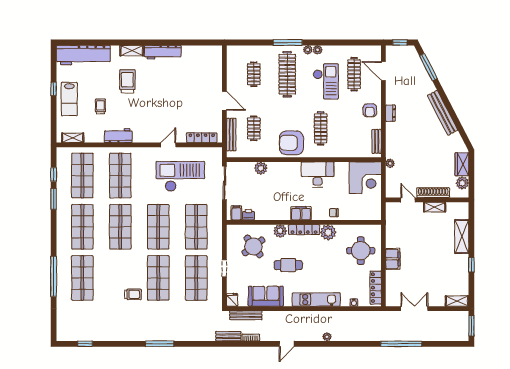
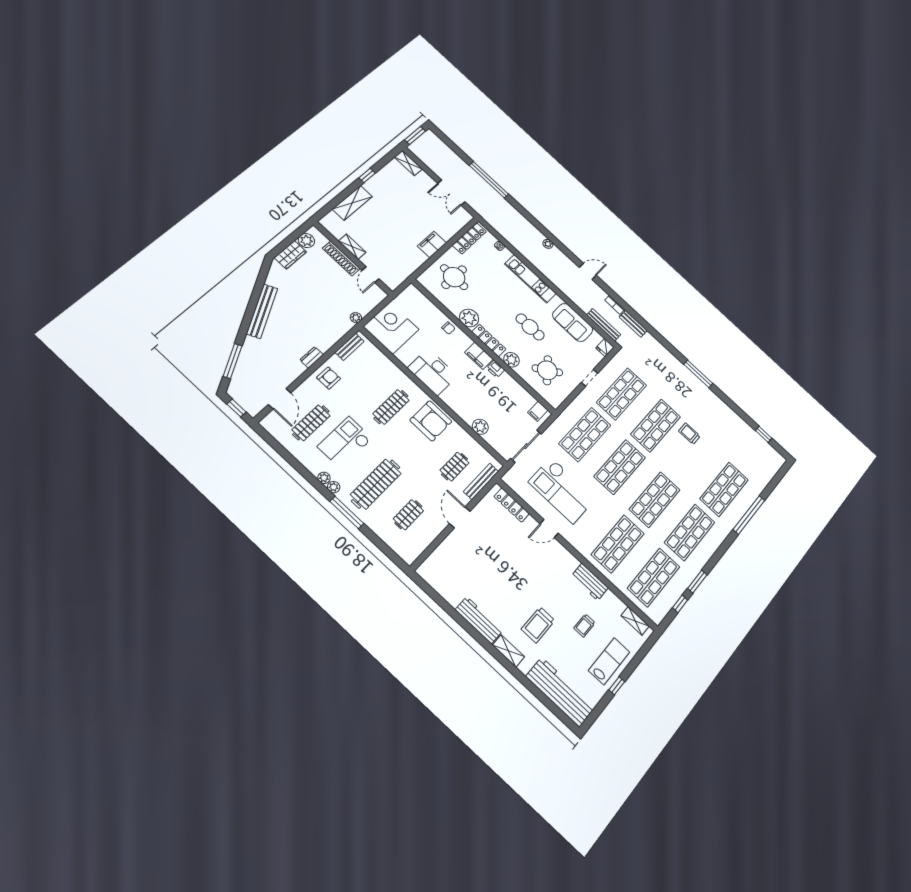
printer: (248, 215) -> (495, 369), moved

